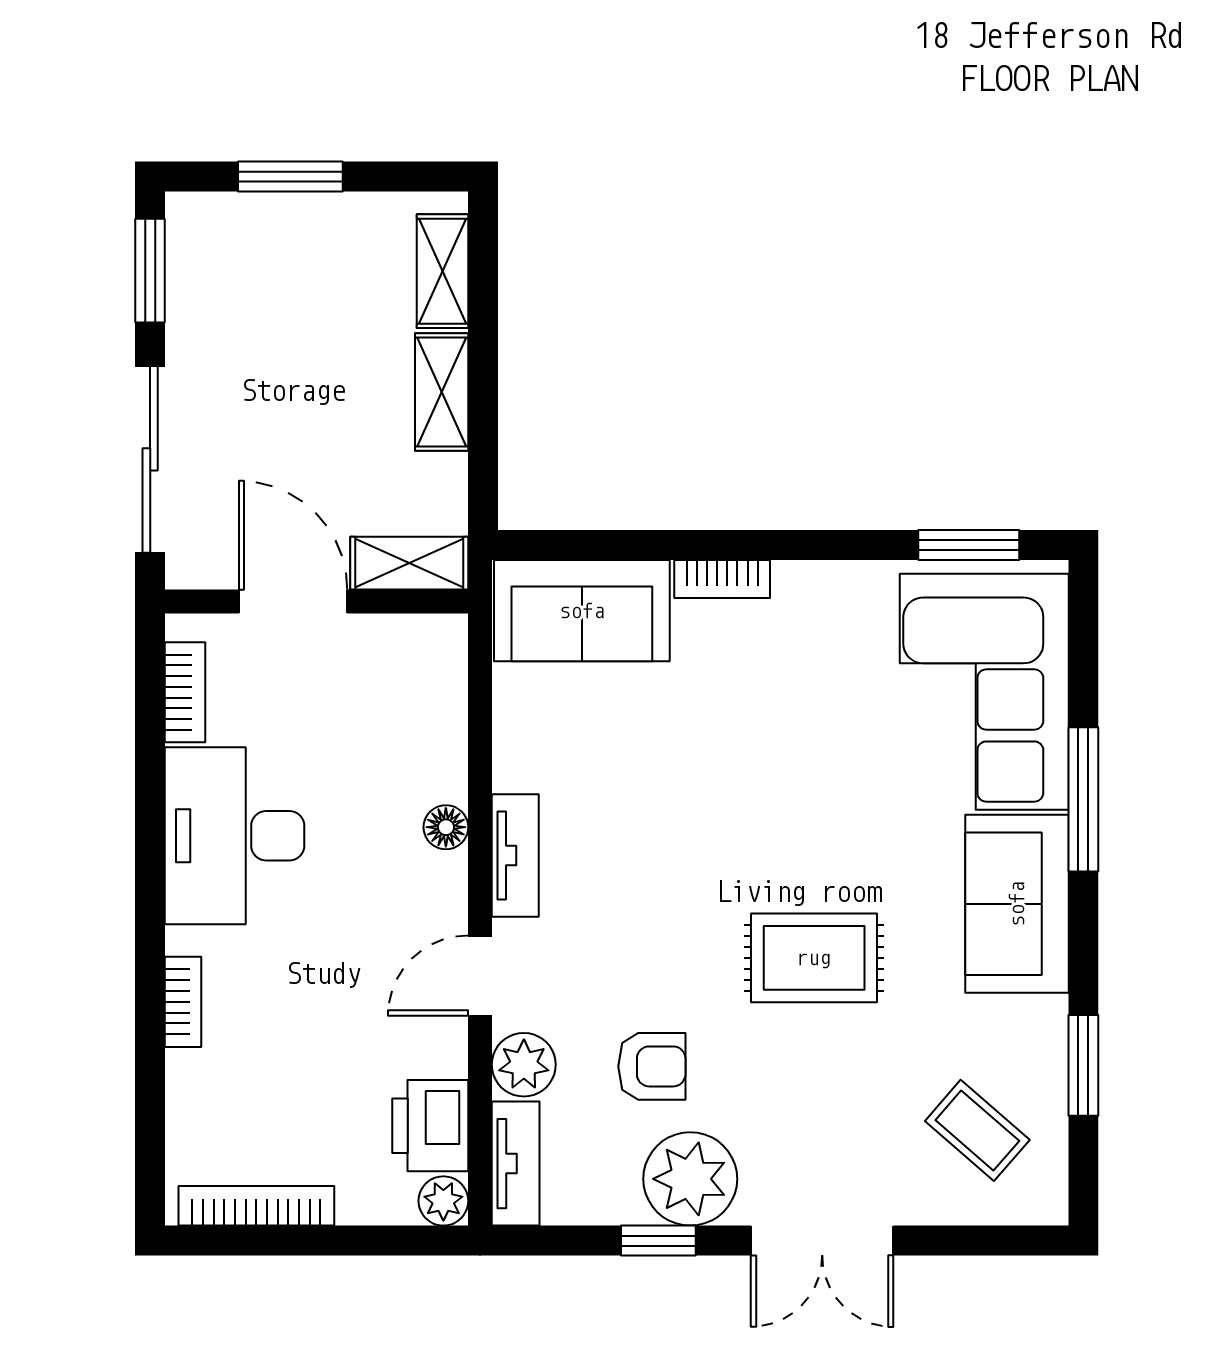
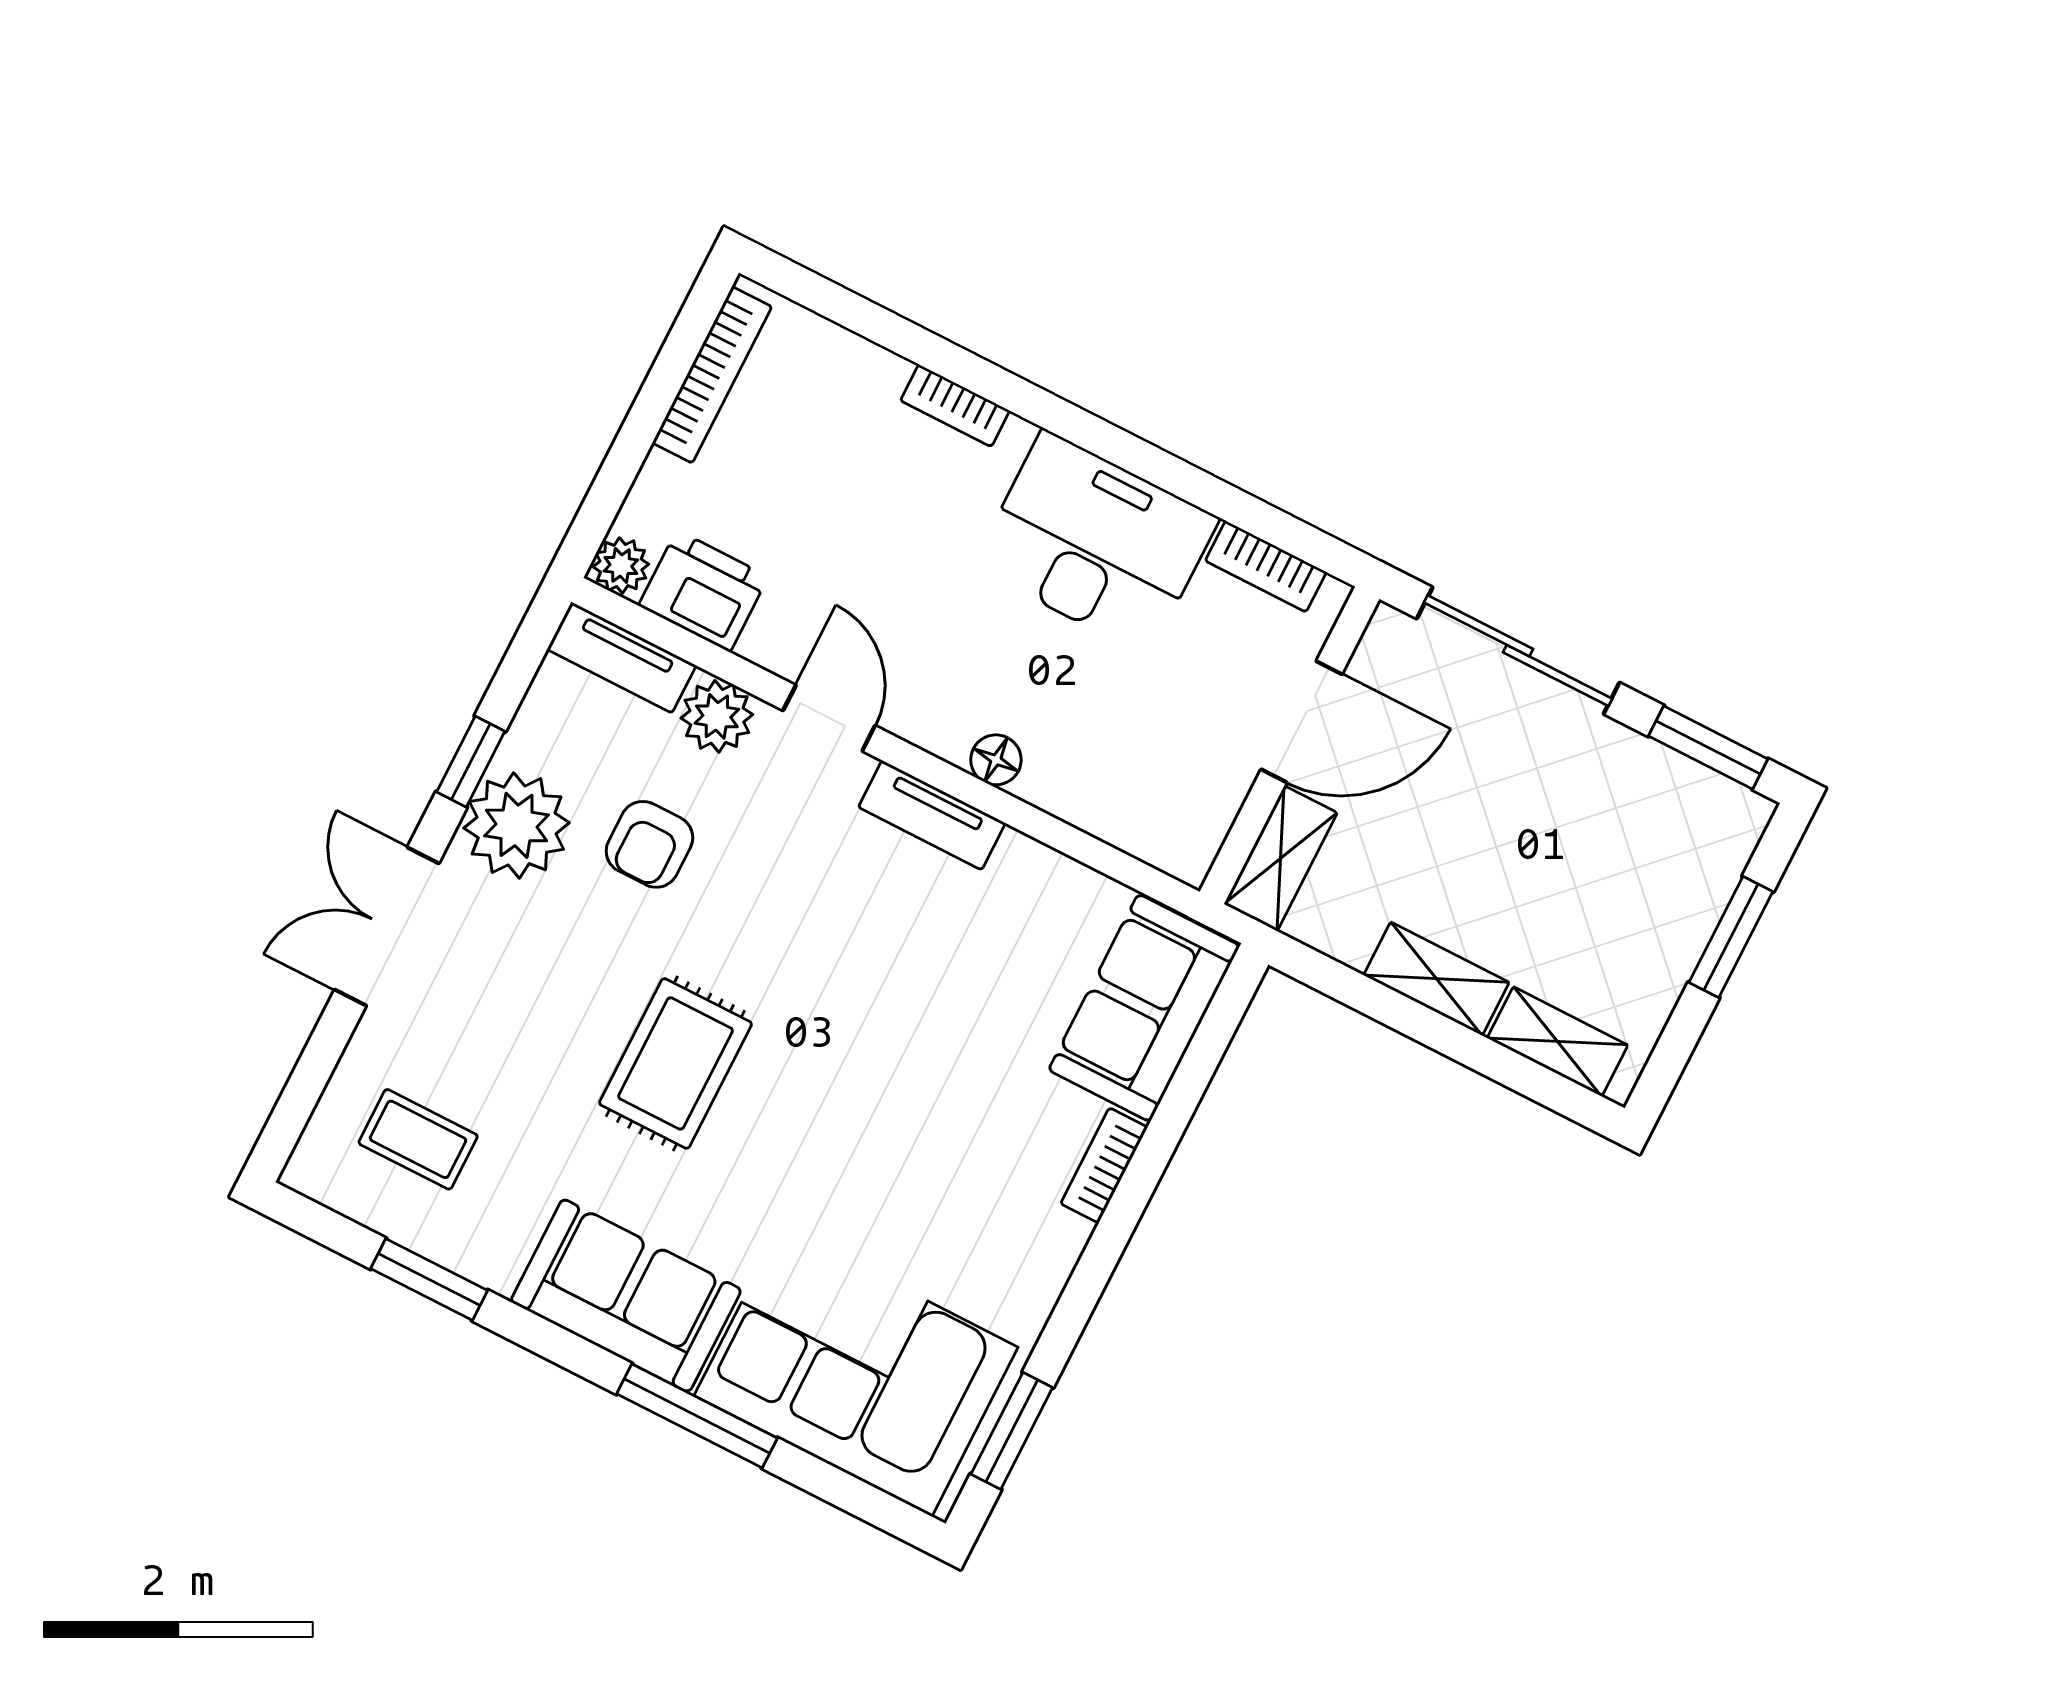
coffee table: (977, 1130) -> (418, 1139), turned 49

